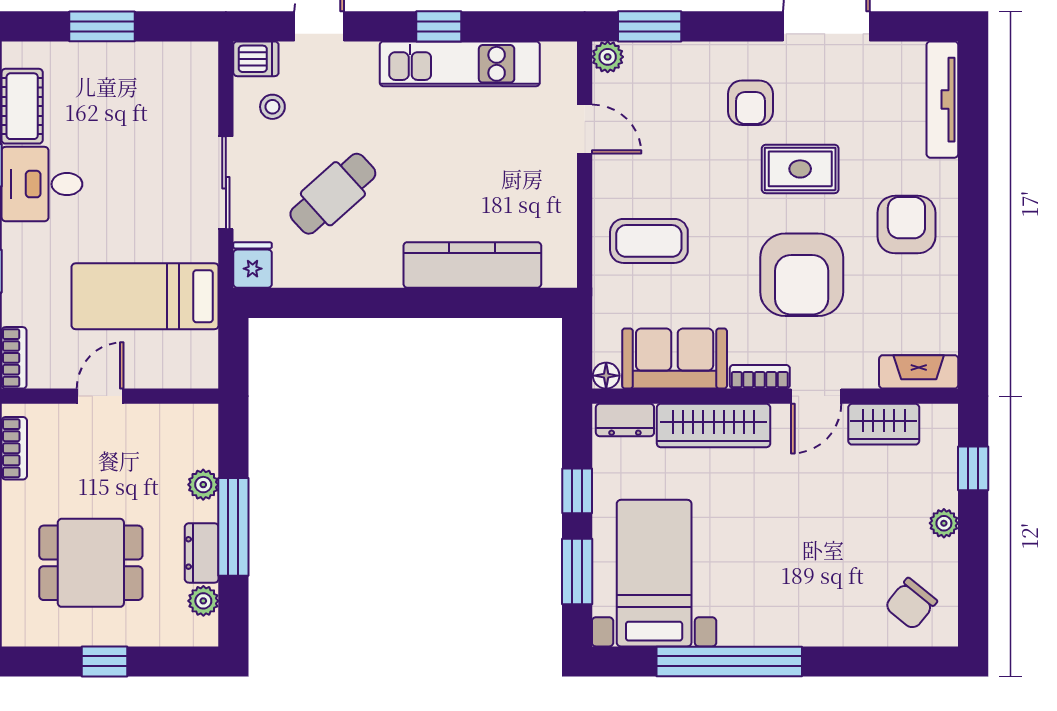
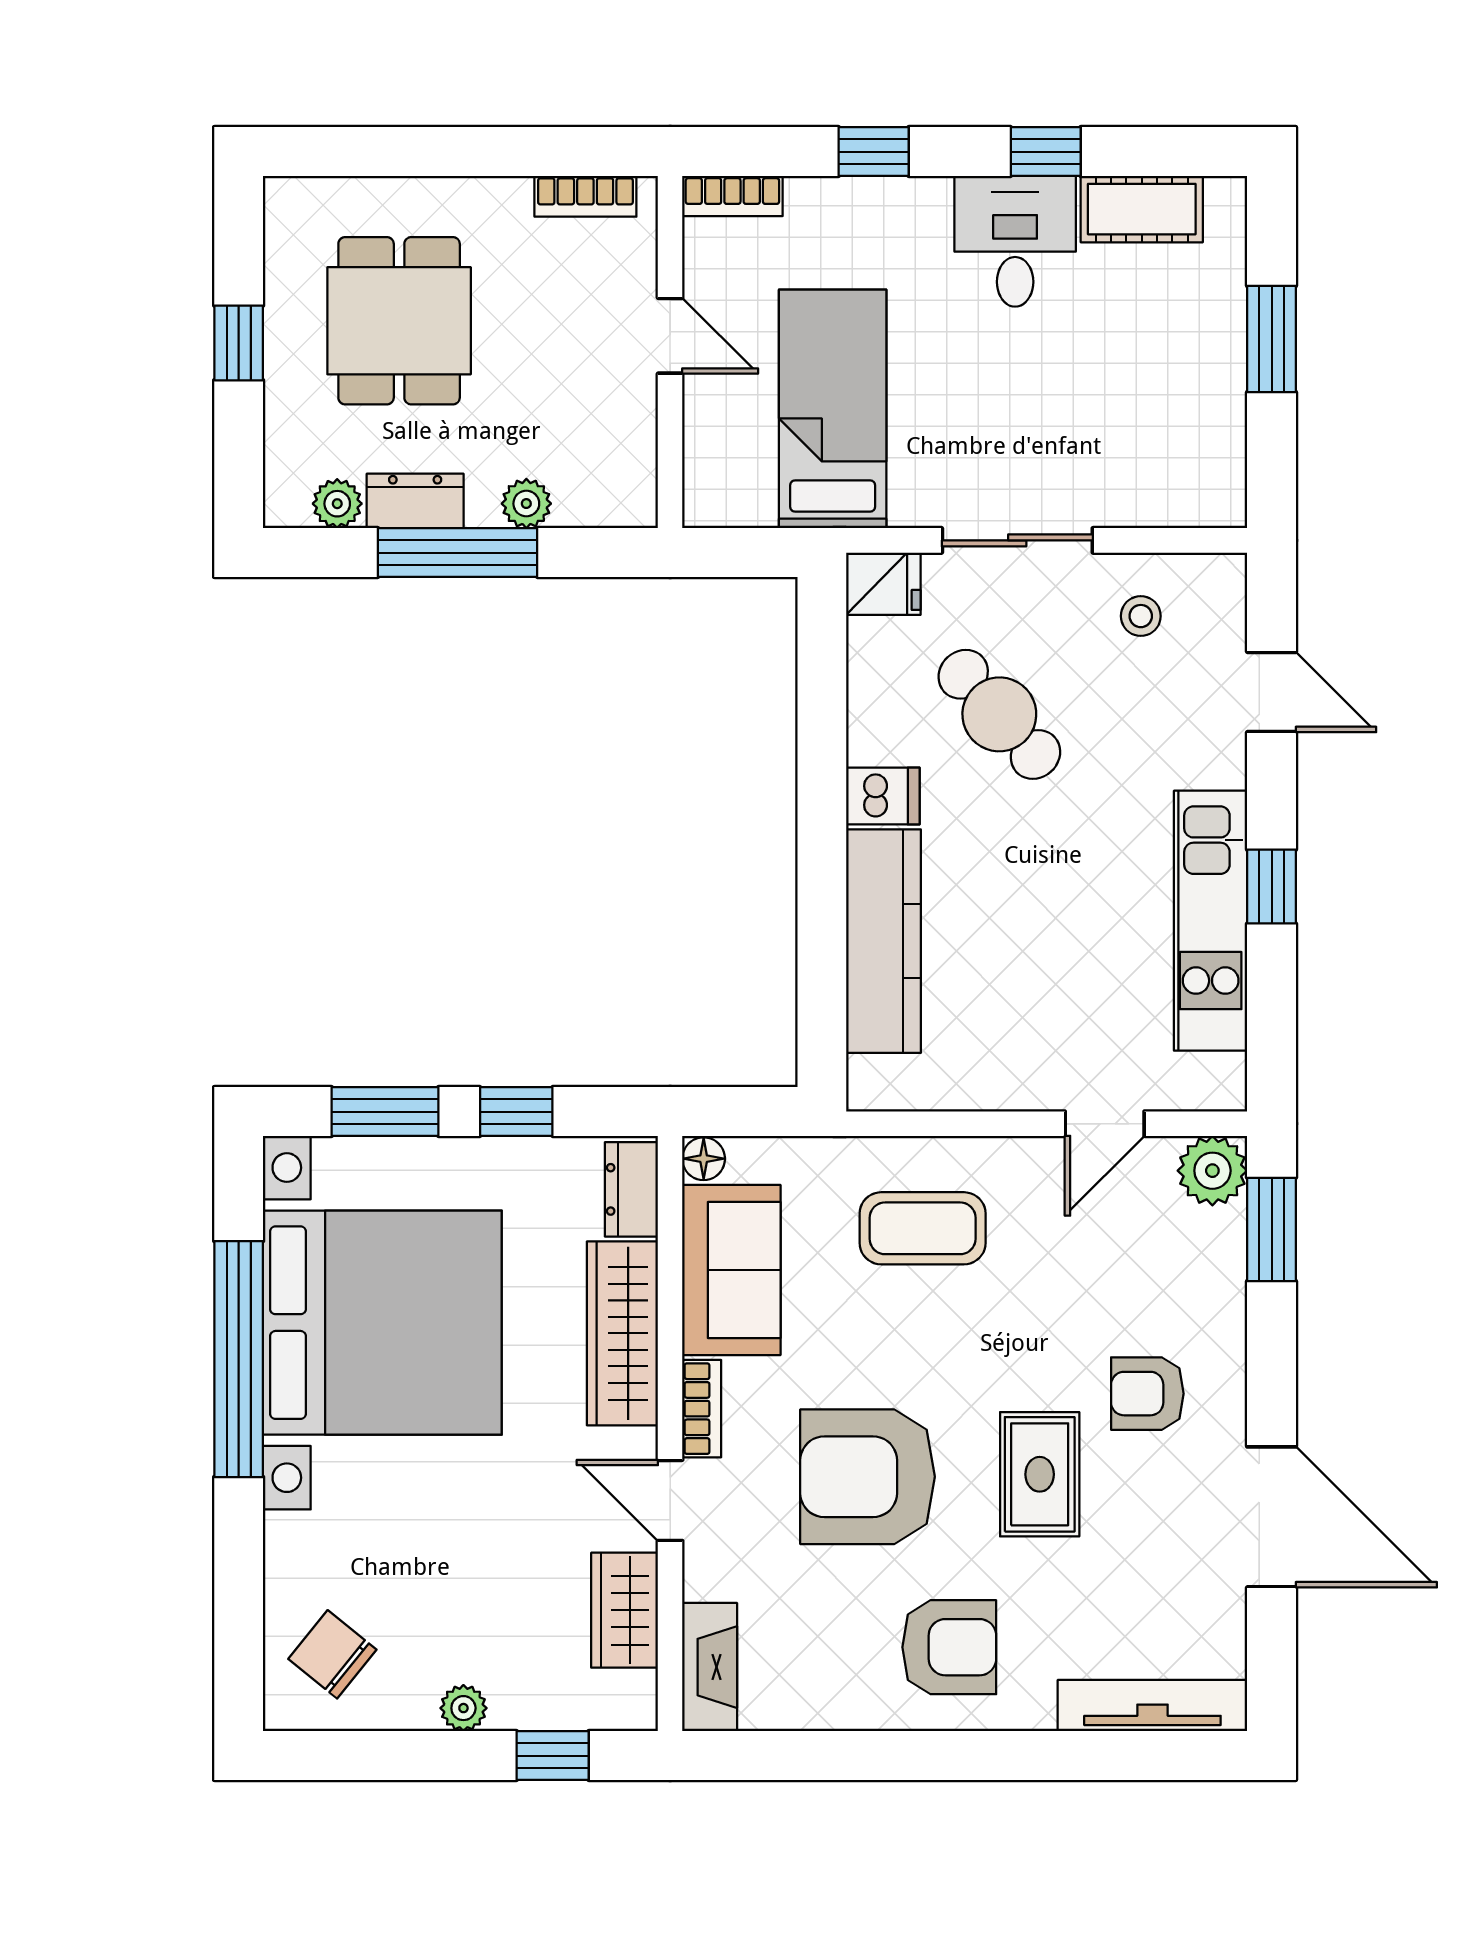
plant: (608, 57) -> (1212, 1171), width x1.38, depth x1.38
dishwasher: (256, 59) -> (883, 796), moved, turned -90
coffee table: (649, 241) -> (923, 1228), turned 90
bed with nightstands: (654, 573) -> (382, 1323), width x1.85

